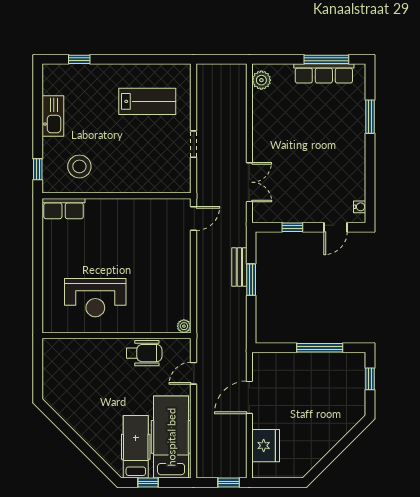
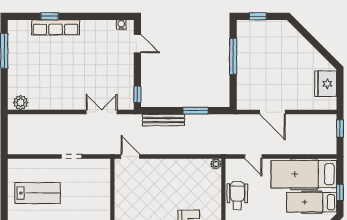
row of seats: (324, 73) -> (56, 27), moved, turned 90
lab bench: (147, 101) -> (38, 193), turned 90
window: (370, 117) -> (50, 16), width x0.67
window: (292, 227) -> (137, 94), moved
bench: (239, 267) -> (163, 120), width x1.36
window: (251, 280) -> (196, 111), moved
fridge: (266, 446) -> (326, 84), moved, turned -90

